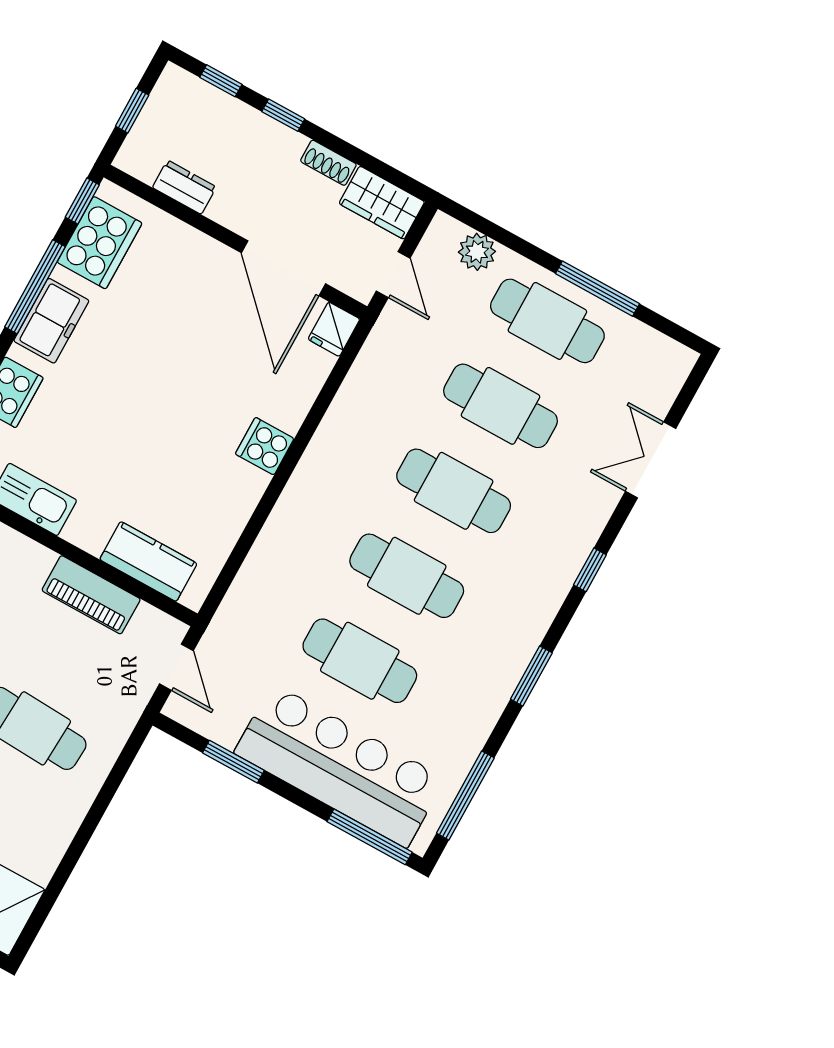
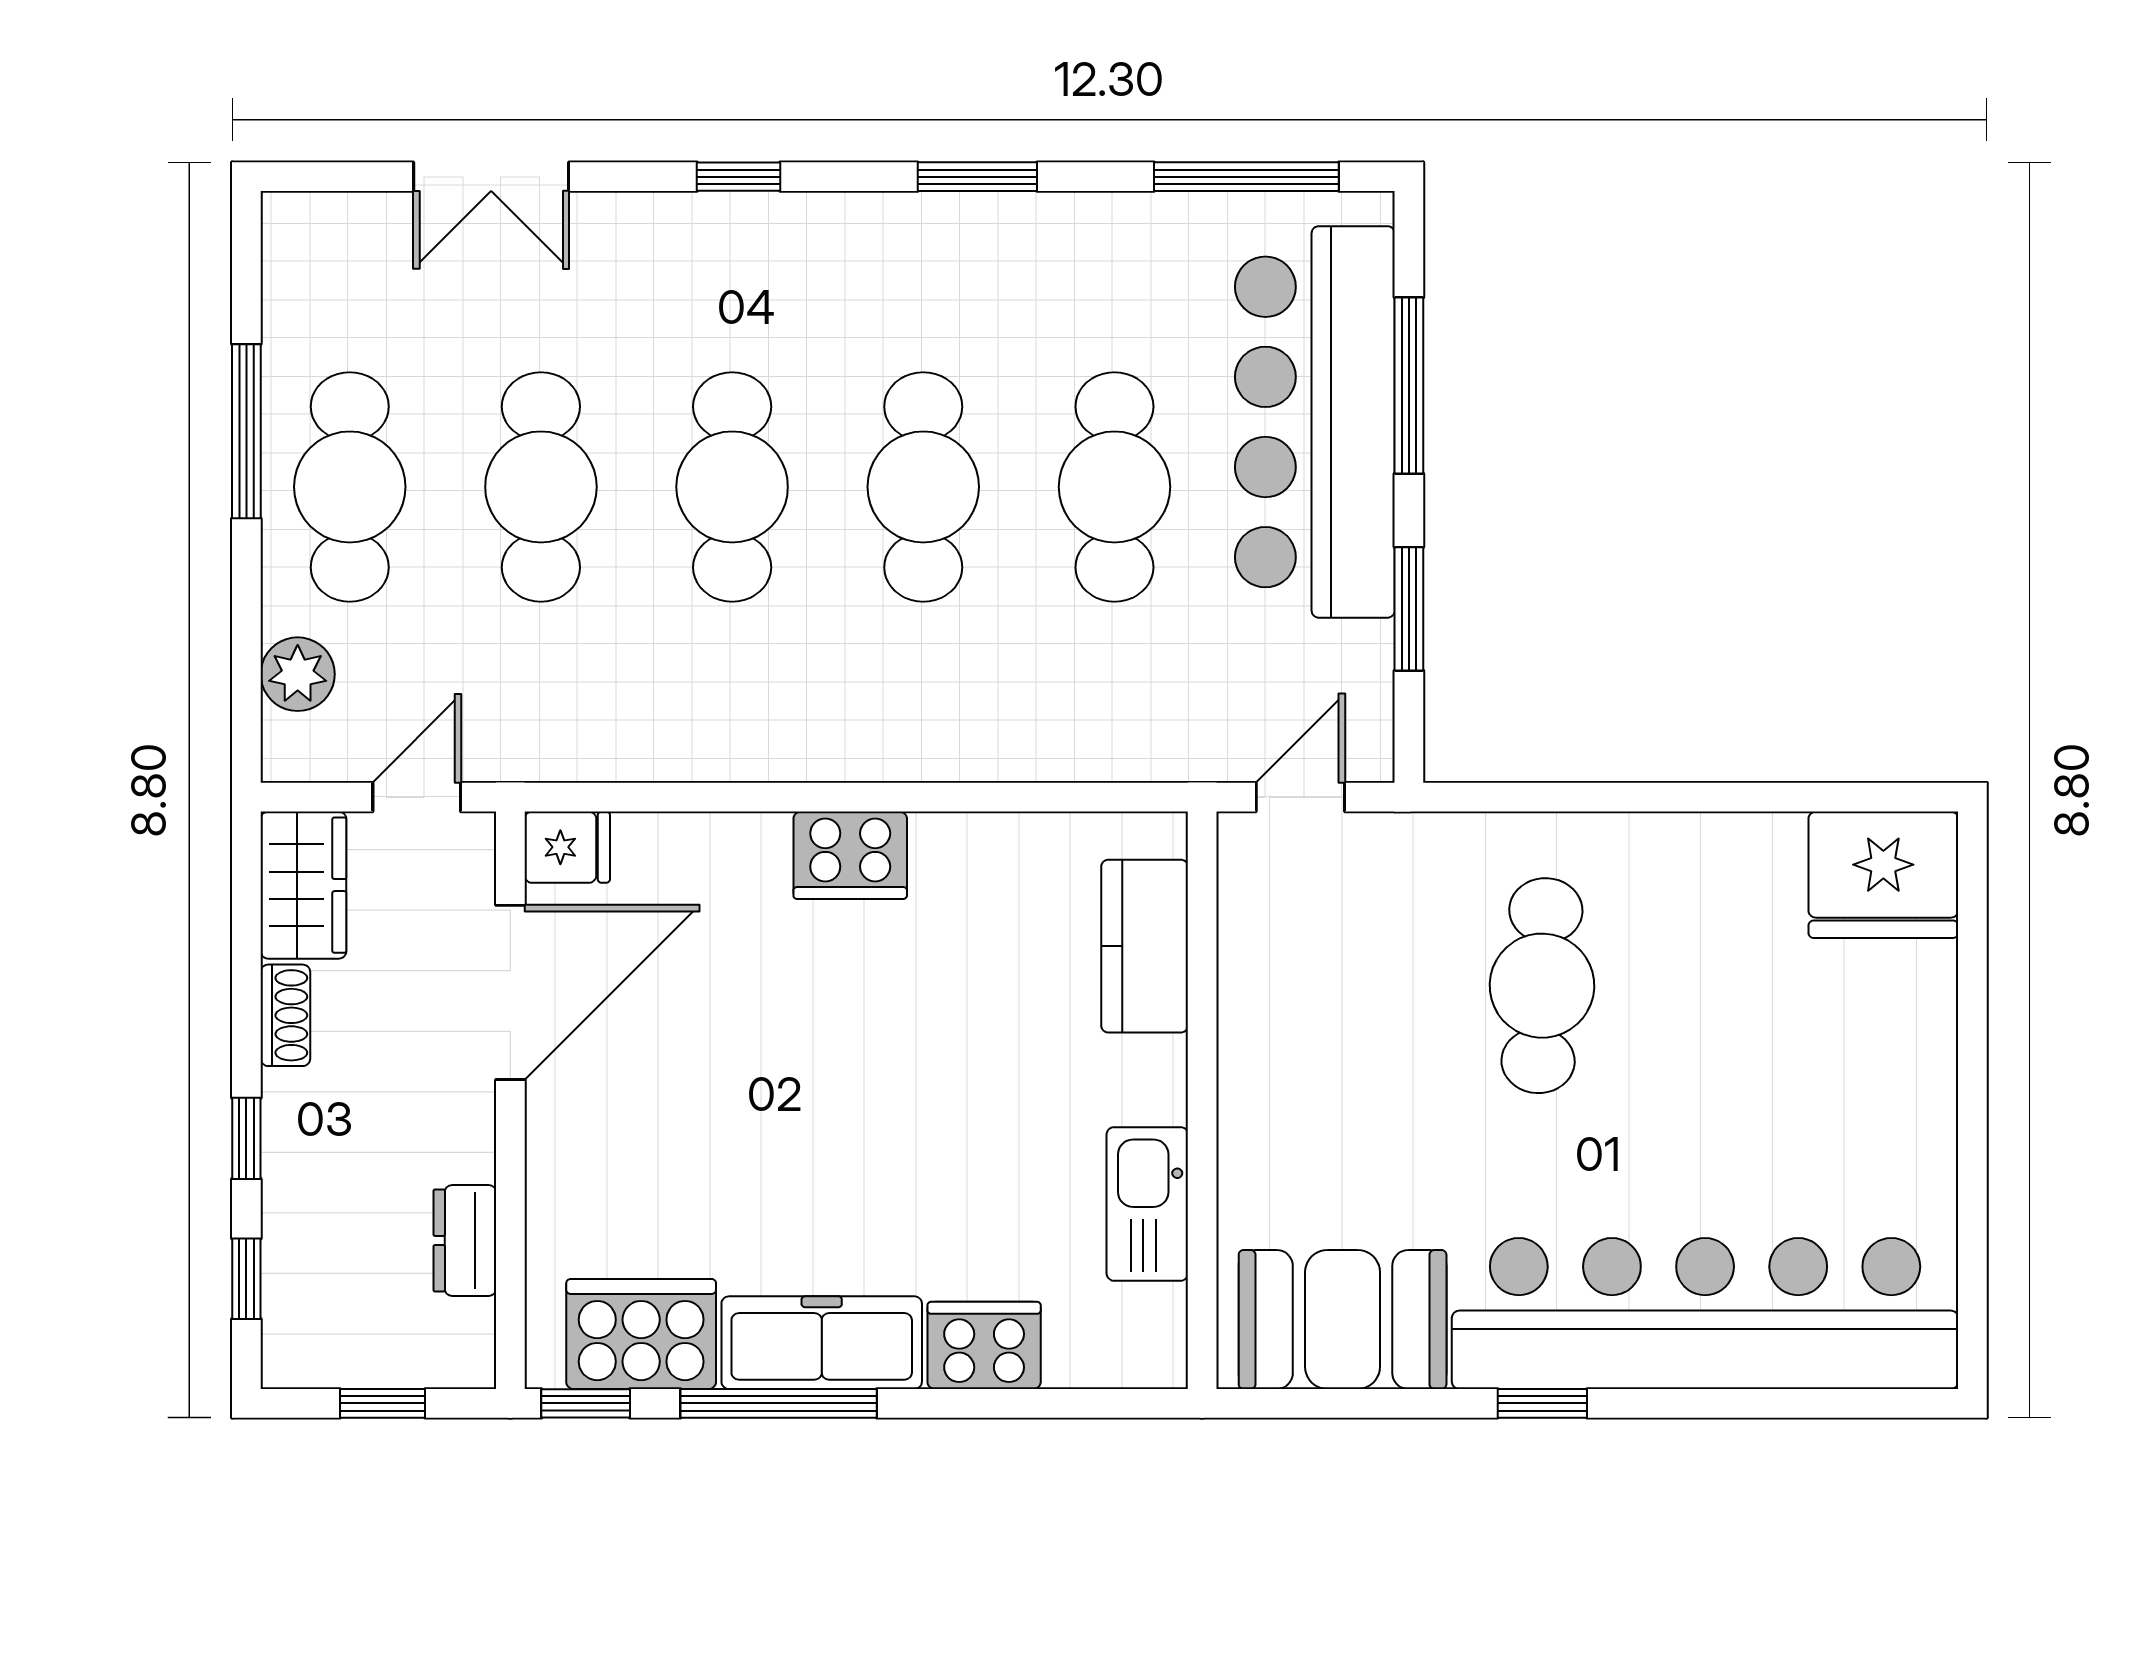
freezer: (51, 321) -> (822, 1343), width x1.40
cooker: (265, 446) -> (850, 855), width x1.36
piano: (91, 595) -> (1257, 1013), removed
window: (370, 837) -> (1409, 385), moved

